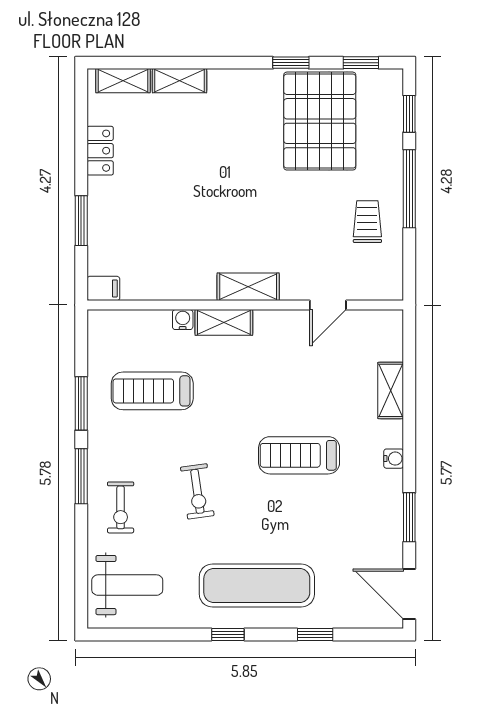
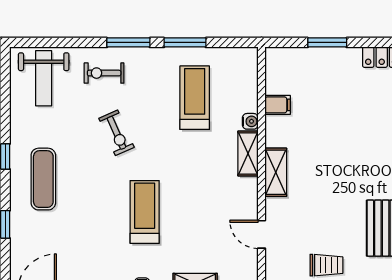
filing cabinet: (103, 288) -> (278, 105), moved, turned -90
exercise bike: (197, 491) -> (117, 133), turned -106
exercise mat: (257, 586) -> (43, 179), width x0.73, depth x0.69

